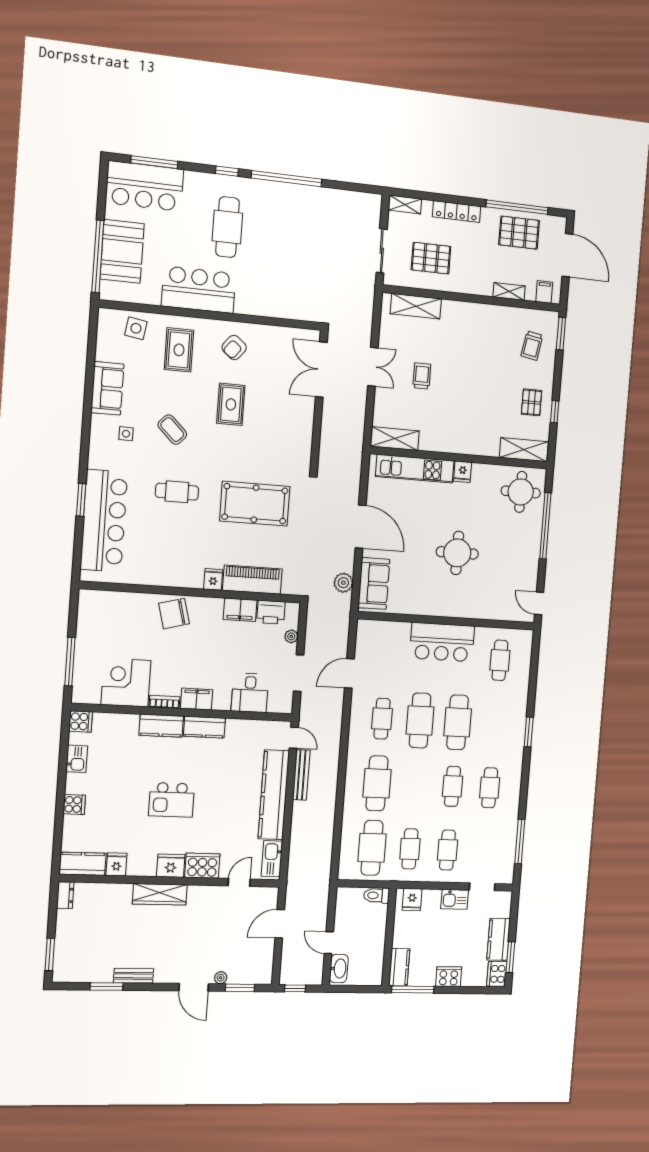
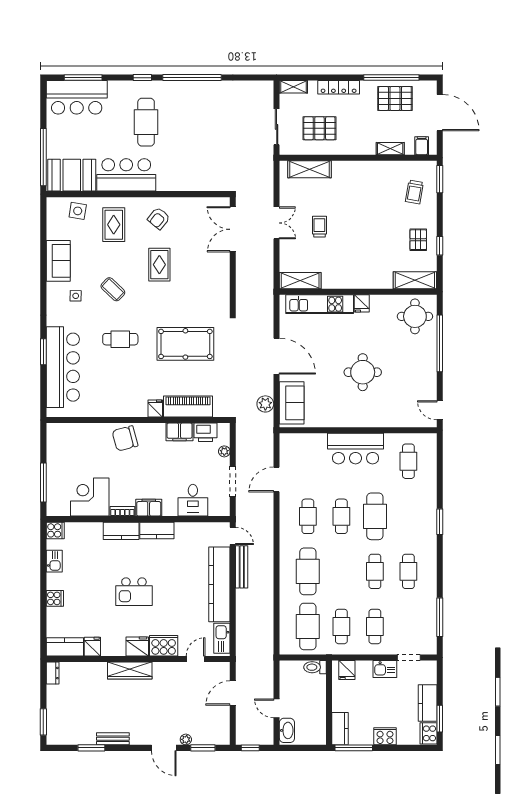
booth: (122, 251) -> (72, 175), moved, turned 90
cafe table: (420, 720) -> (341, 516), width x0.73, depth x0.74

